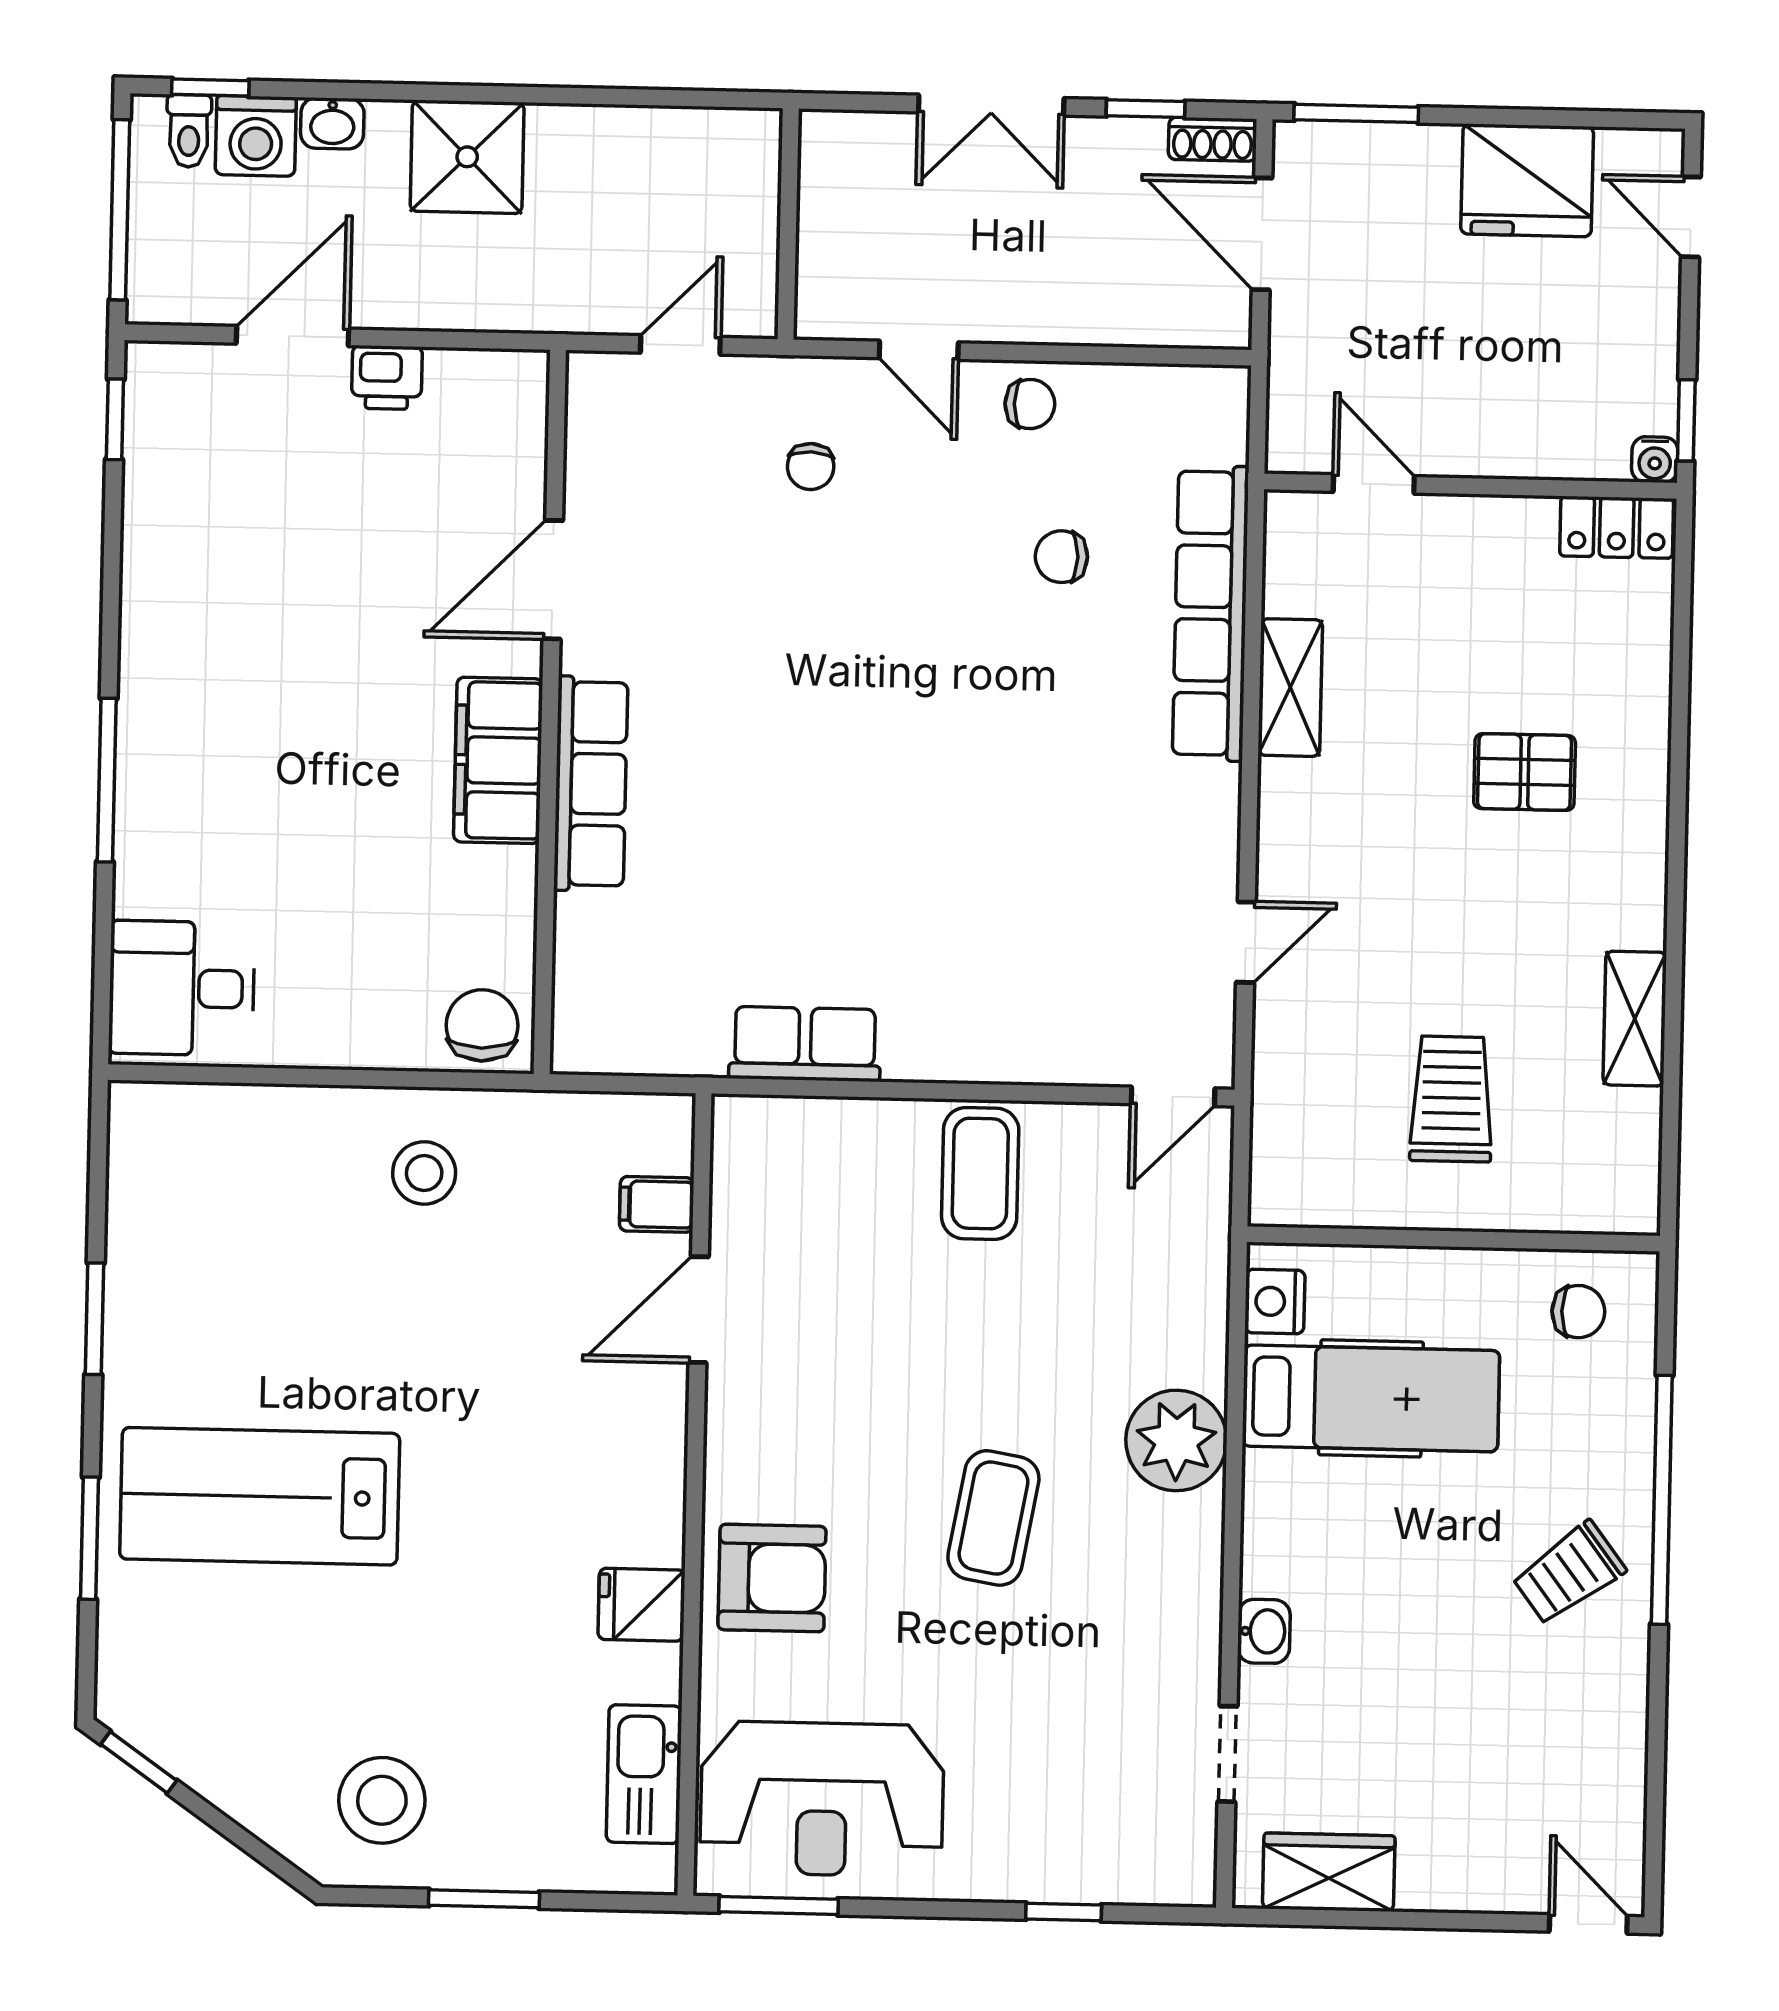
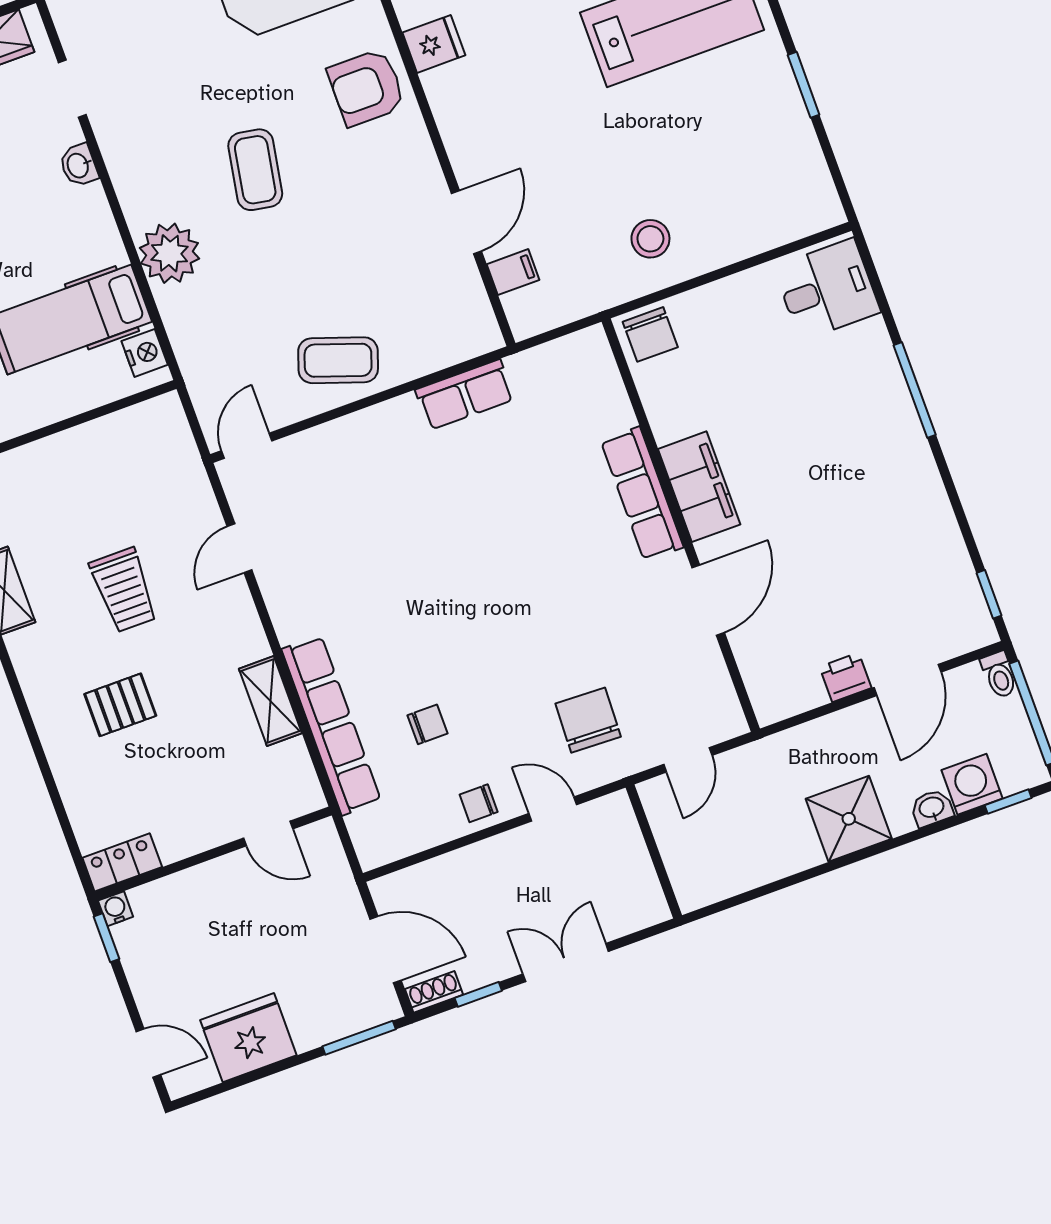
toilet: (189, 131) -> (999, 675), moved, turned 180
chair: (811, 467) -> (588, 720), width x1.87, depth x1.87
trolley: (1451, 1099) -> (124, 590), moved
coffee table: (980, 1173) -> (338, 360), turned -71

